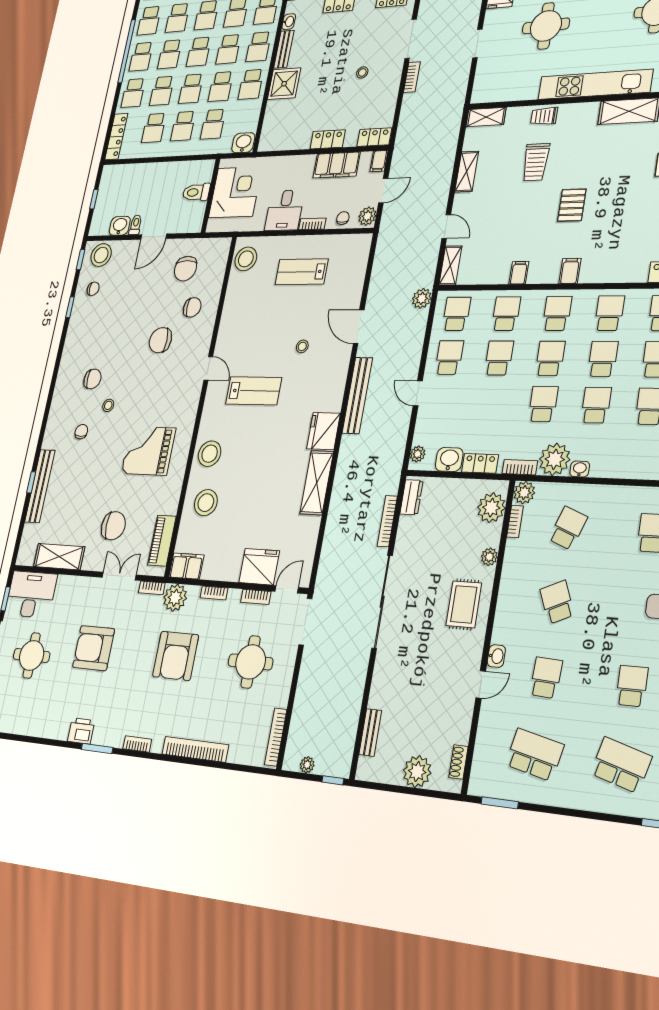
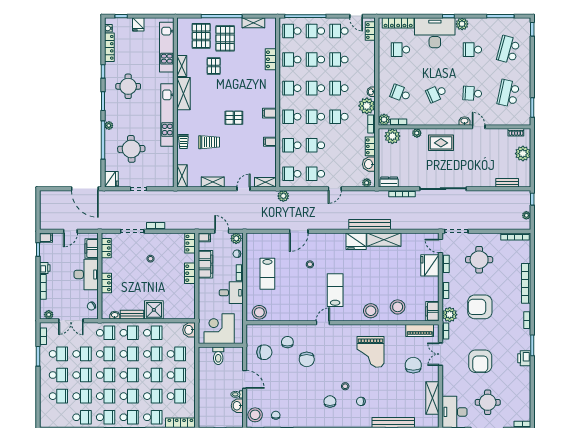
bench: (357, 395) -> (370, 225), moved
armchair: (176, 656) -> (480, 307), turned 180

